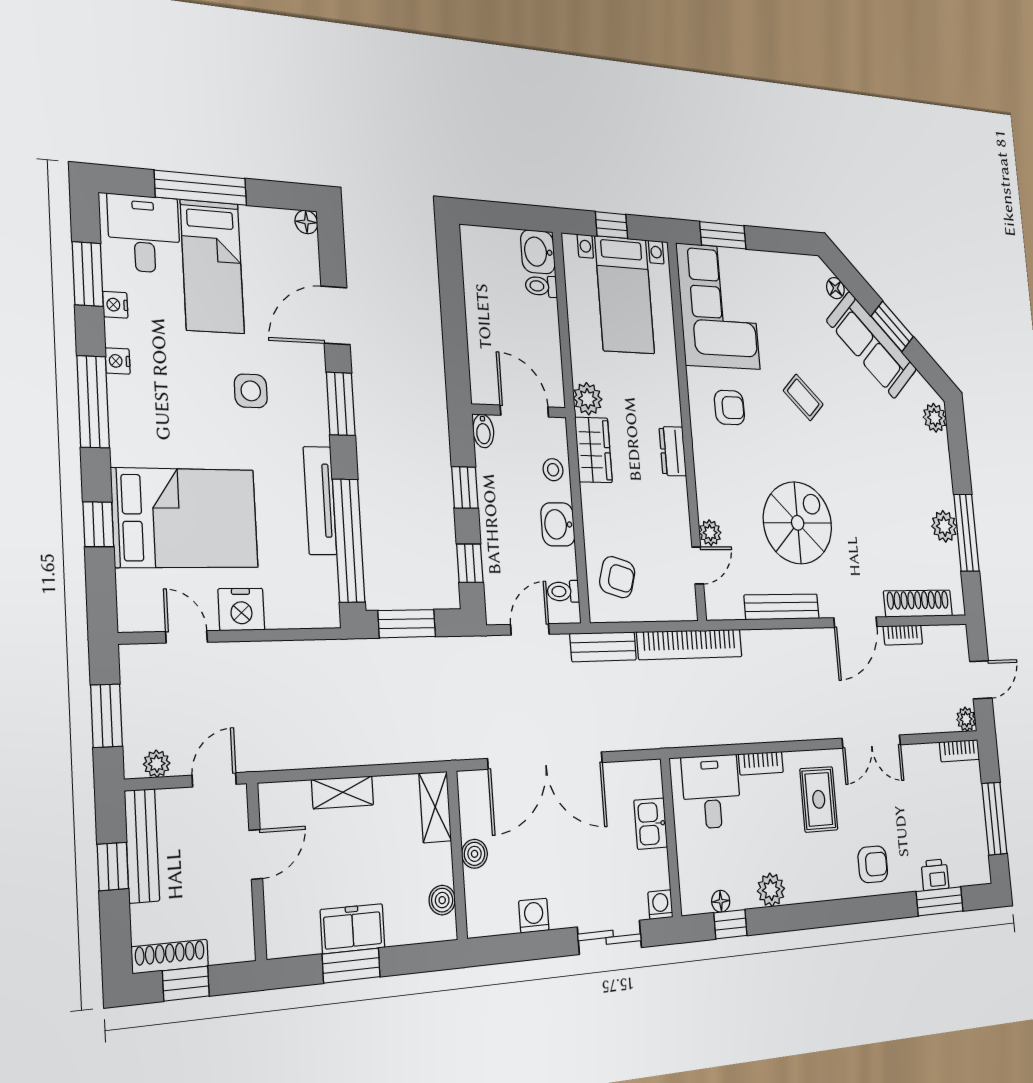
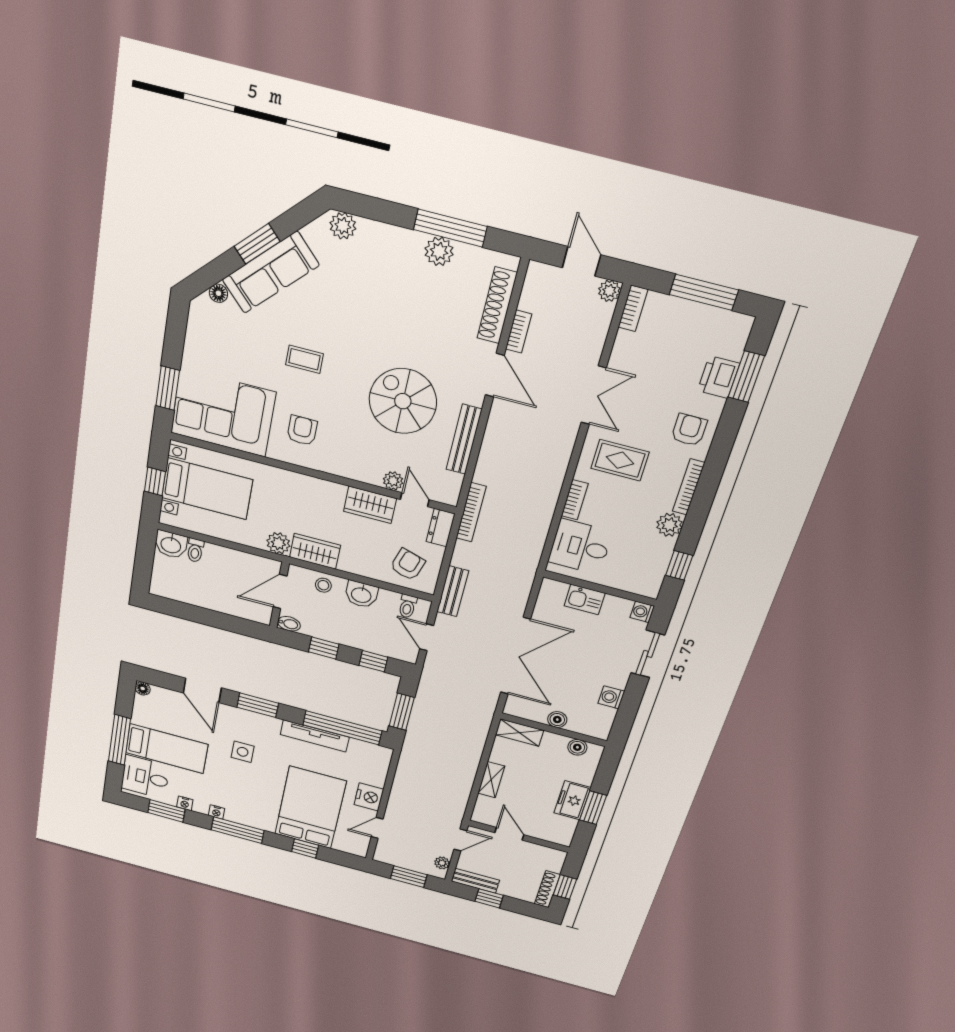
coffee table: (803, 397) -> (304, 359), turned 45
dresser: (673, 451) -> (441, 528), moved, turned 90
wardrobe: (673, 510) -> (370, 505), added
bookcase: (690, 644) -> (471, 512), width x0.68, depth x0.76
door: (214, 780) -> (460, 840), swing flipped
bench: (142, 846) -> (475, 881), width x0.73
printer: (935, 875) -> (719, 377), width x1.36, depth x1.24
bookcase: (817, 892) -> (689, 487), added
floor lamp: (721, 901) -> (660, 567), removed

